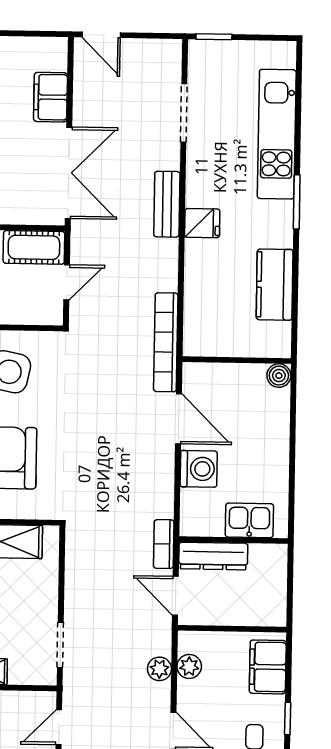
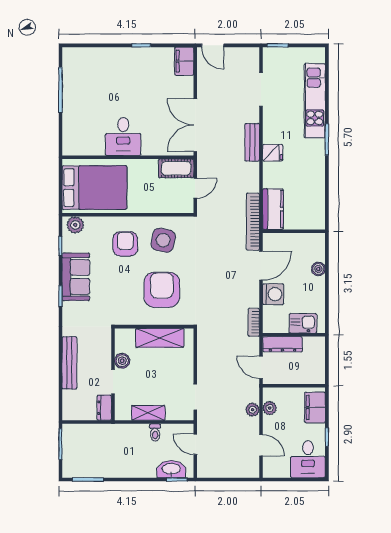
filing cabinet: (51, 97) -> (184, 61), moved
double door: (69, 173) -> (195, 125), swing flipped
kitchen counter: (275, 285) -> (273, 209), moved, turned 180
boiler: (279, 376) -> (318, 269), moved
door: (179, 419) -> (261, 266), hinge flipped
bookcase: (164, 544) -> (254, 322), moved
door: (59, 727) -> (195, 444), hinge flipped

